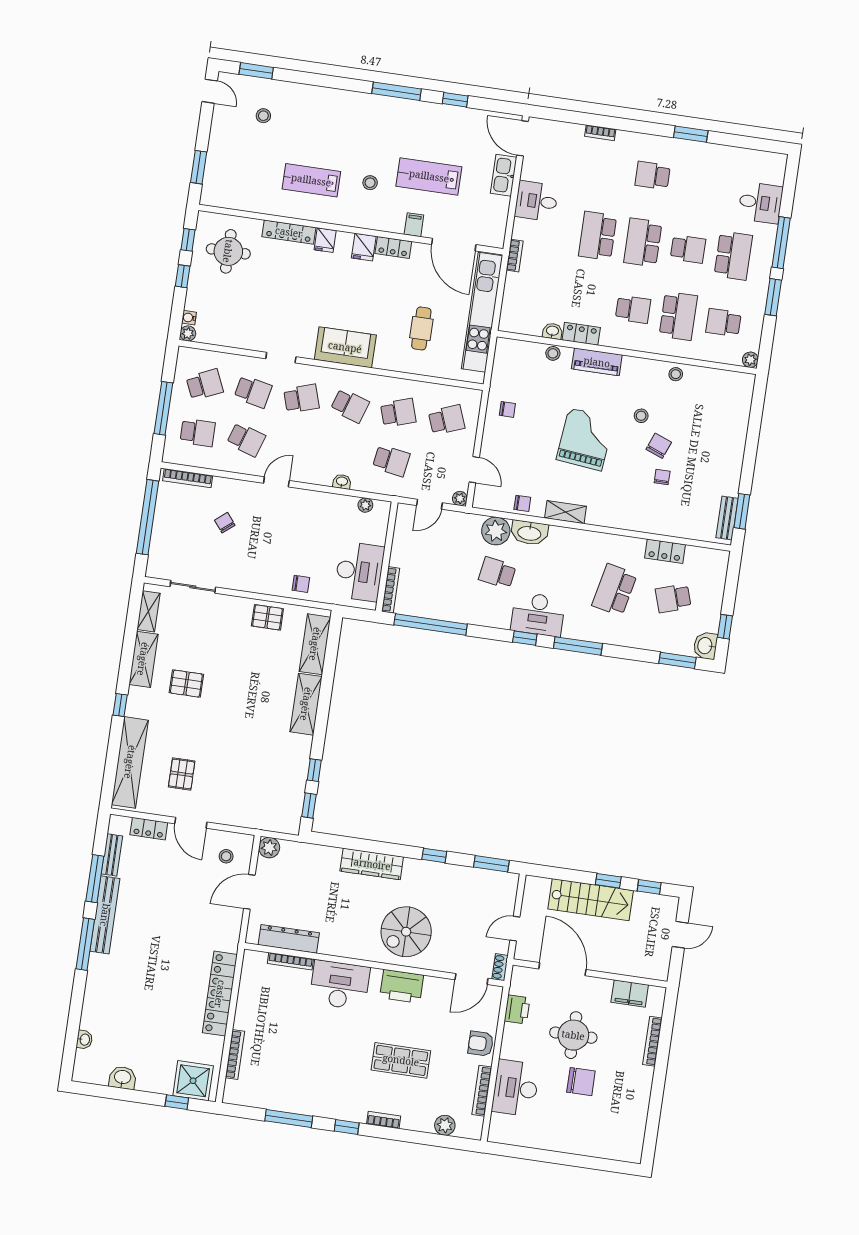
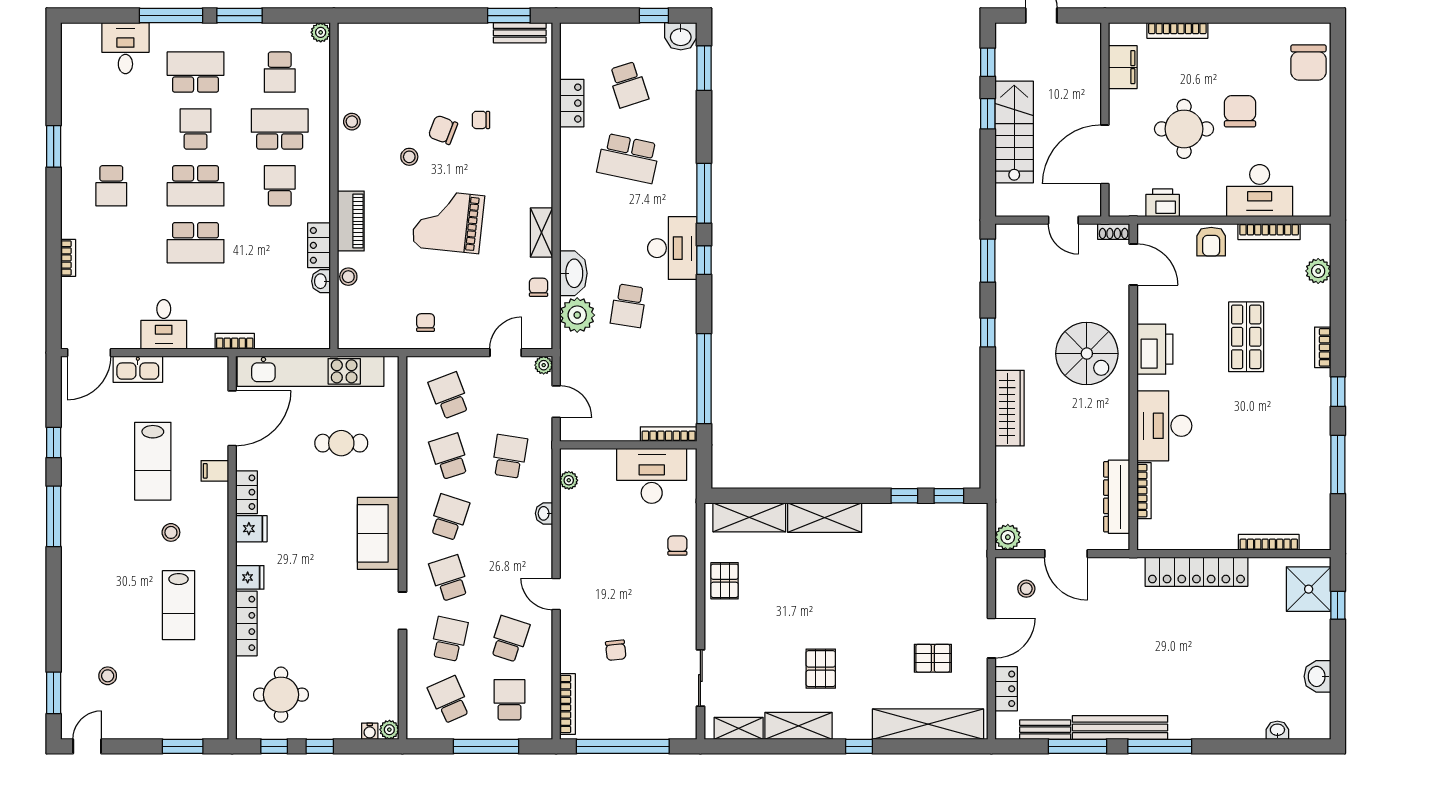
chair: (225, 523) -> (616, 650), turned -57
chair: (612, 1142) -> (1309, 63), added

